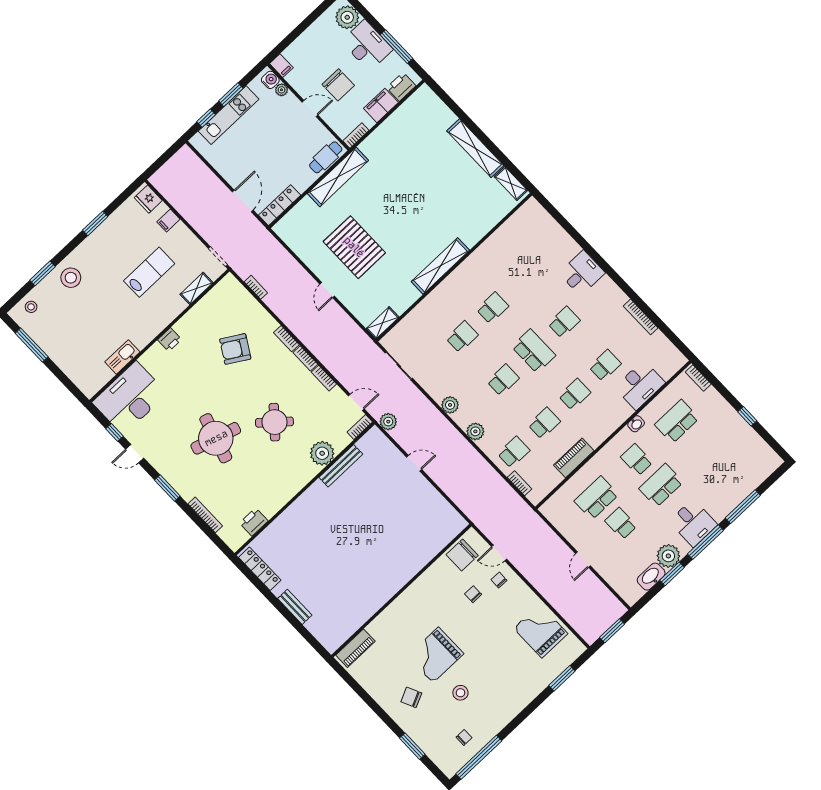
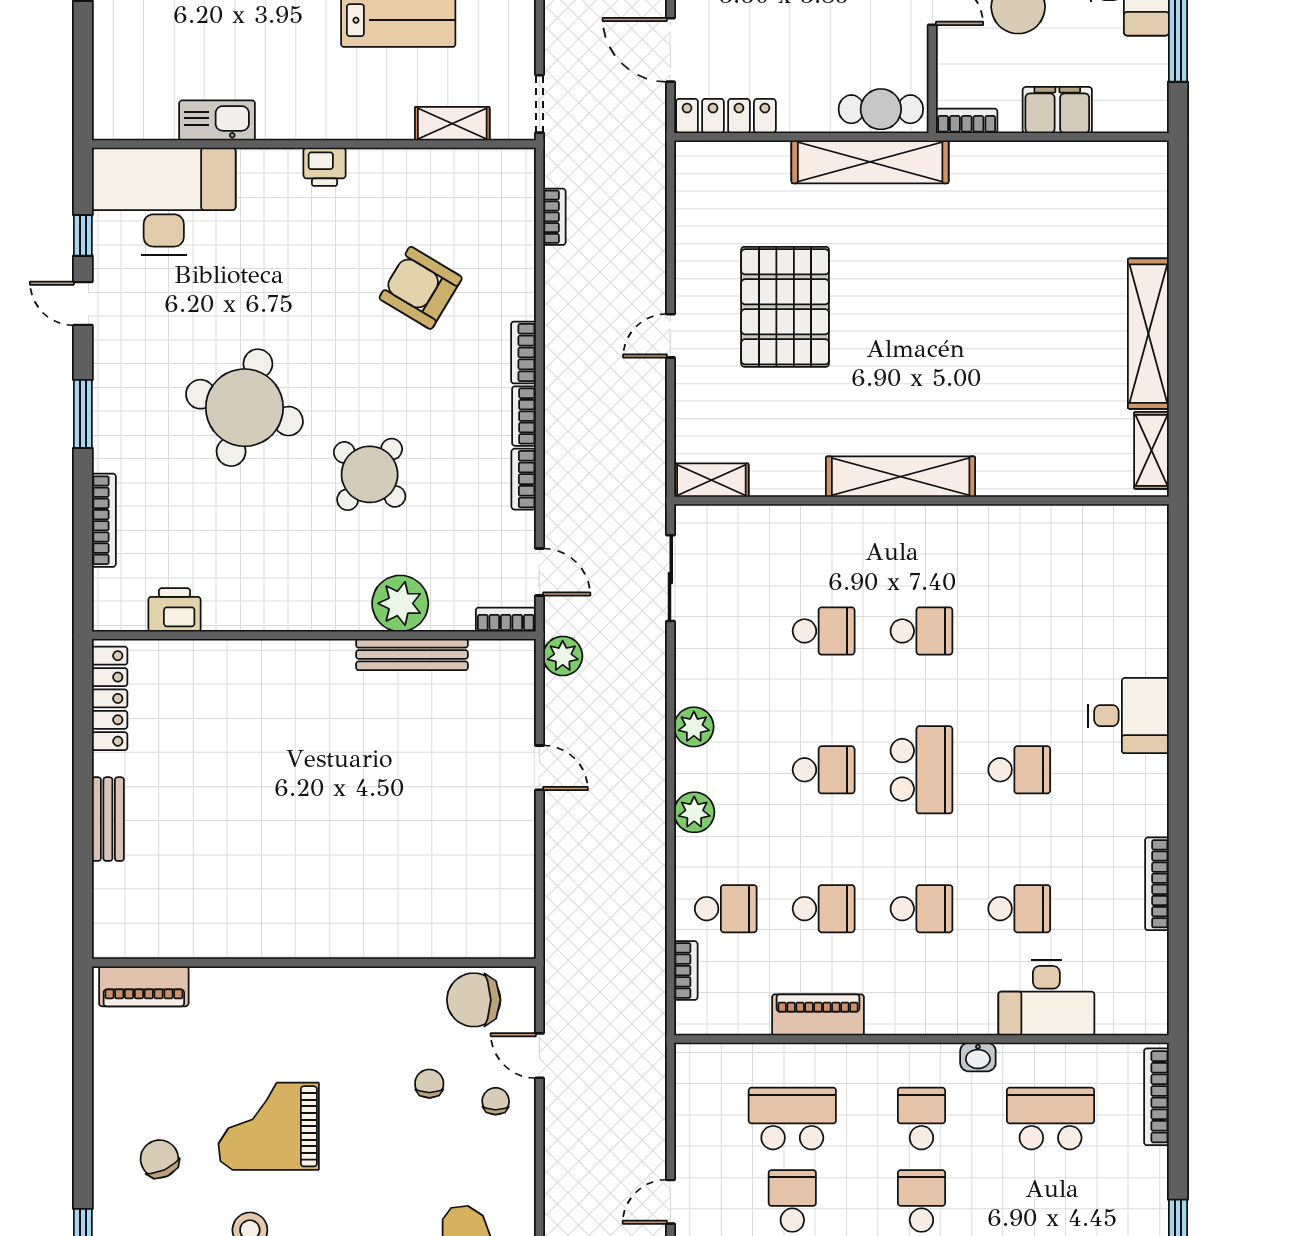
printer: (401, 87) -> (1122, 111), removed
door: (243, 201) -> (670, 50), swing flipped
bookcase: (698, 378) -> (1156, 1097), width x1.56
school desk: (661, 485) -> (921, 1201), width x0.54

